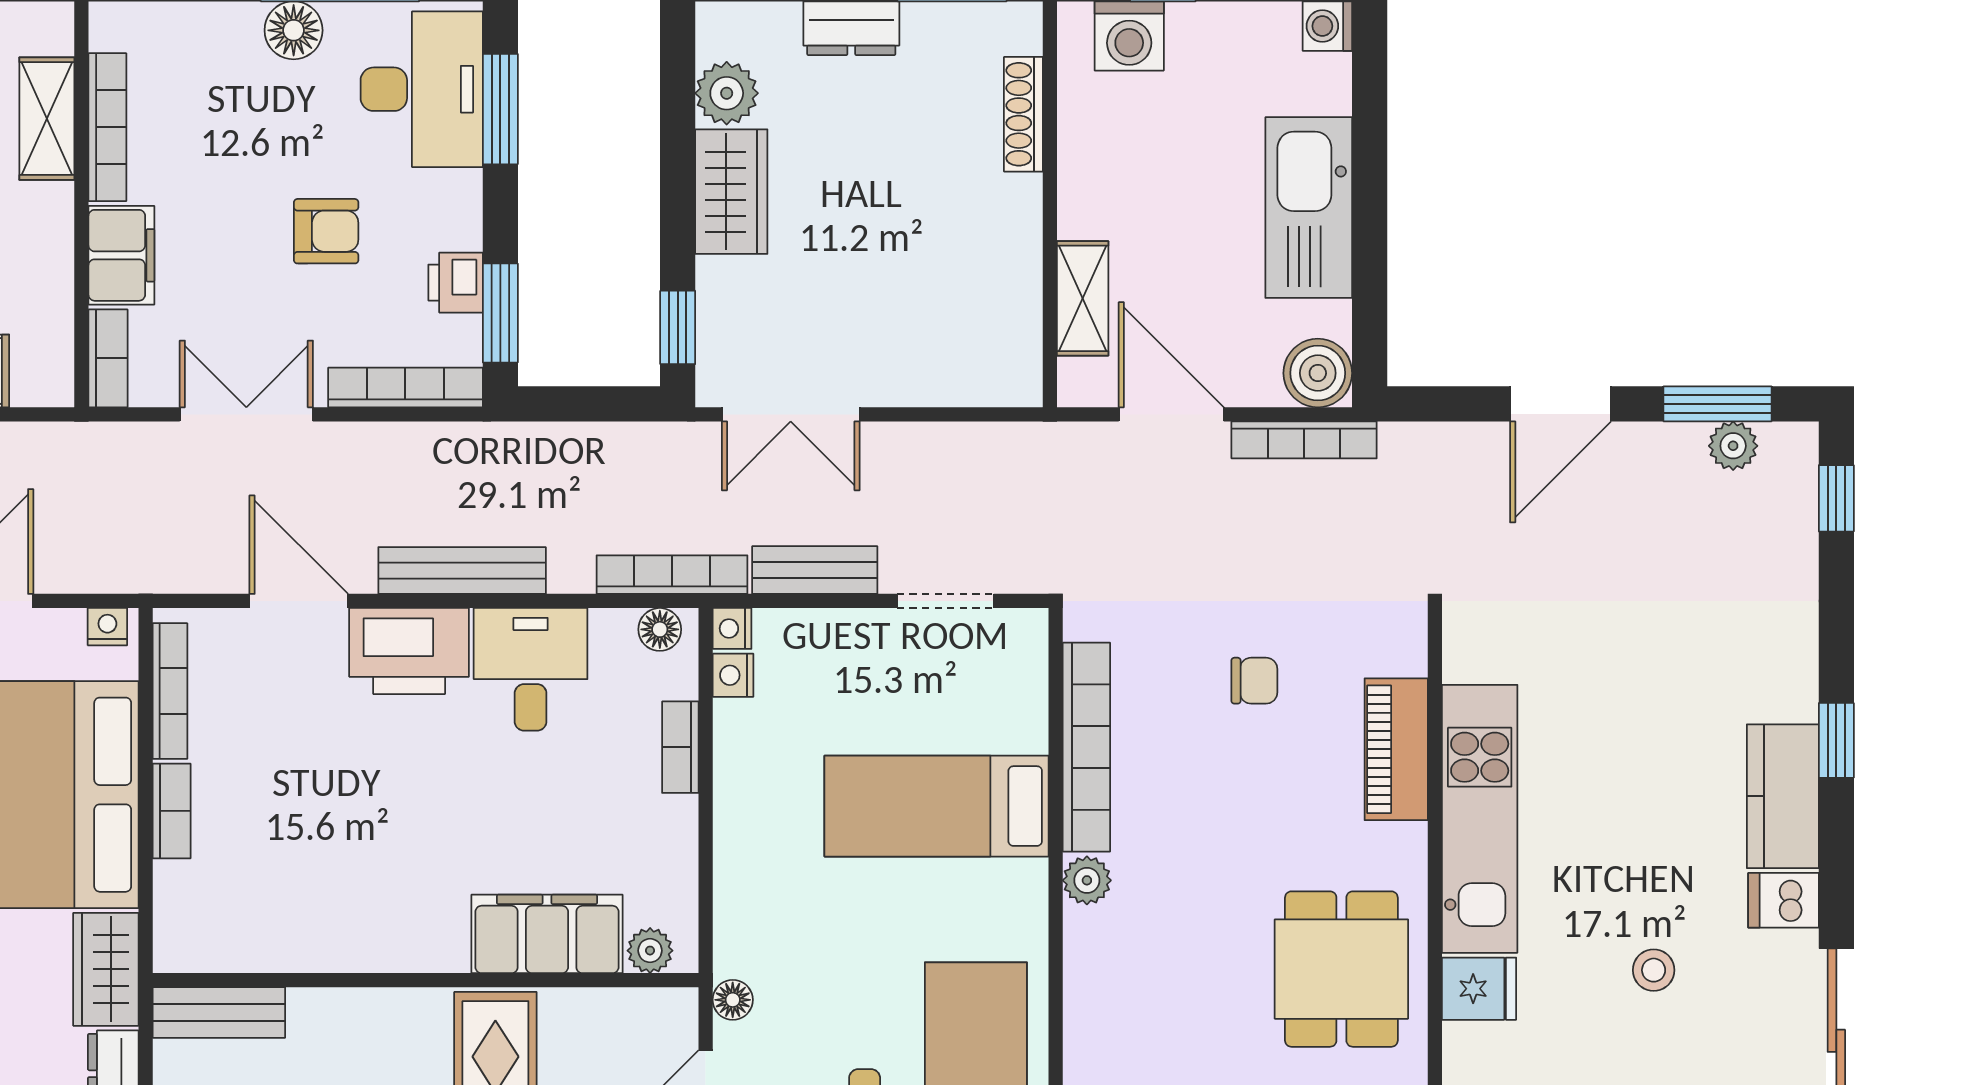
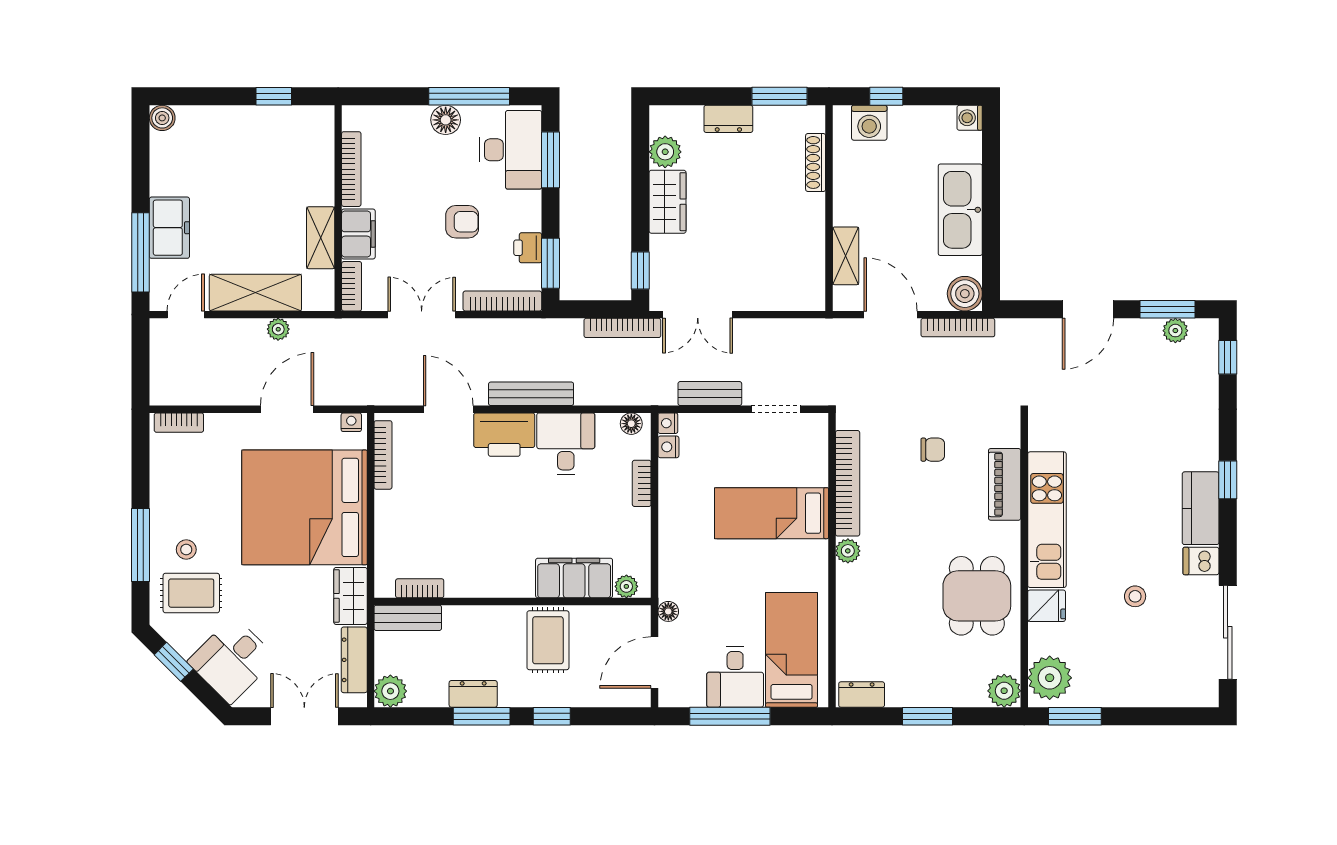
shelving: (47, 119) -> (321, 238), moved
bookcase: (672, 575) -> (622, 328), moved, turned 180
bookcase: (172, 811) -> (420, 588), moved, turned -90

